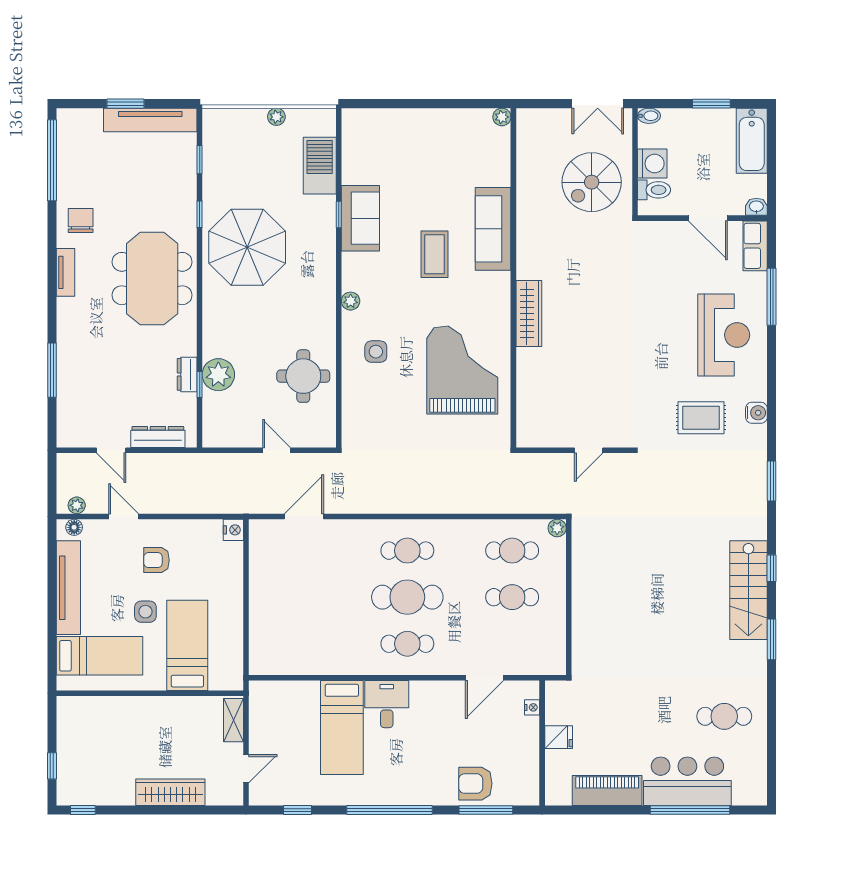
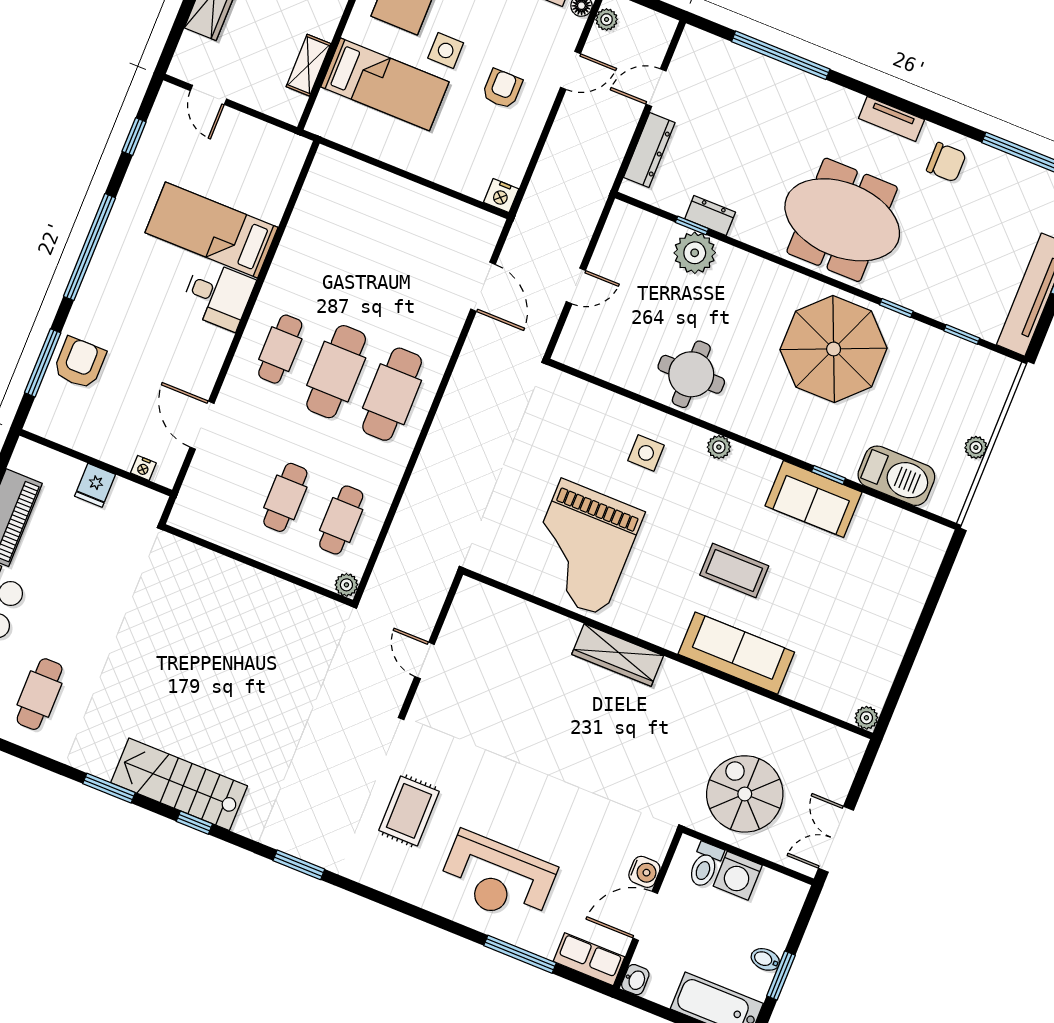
bidet: (649, 116) -> (765, 959), moved, turned 90
window: (52, 370) -> (781, 55), width x1.46
grand piano: (462, 370) -> (582, 548), turned 90
round table: (303, 376) -> (691, 374), moved
water cooler: (756, 413) -> (644, 872), moved, turned -90
cafe table: (407, 551) -> (392, 394), width x1.37, depth x1.35
shelving: (233, 720) -> (308, 65), moved, turned 90

